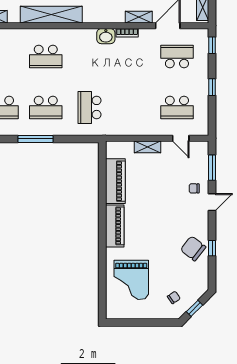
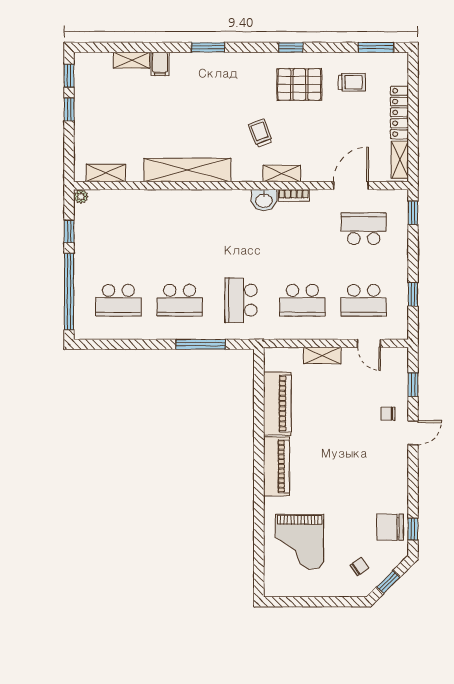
shelving: (139, 17) -> (282, 173), moved
school desk: (46, 56) -> (302, 300), moved
window: (212, 87) -> (413, 294), moved
window: (35, 139) -> (201, 344), moved
window: (212, 168) -> (413, 385), width x0.67
chair: (193, 248) -> (390, 527), moved, turned -38
window: (212, 248) -> (413, 529), moved

